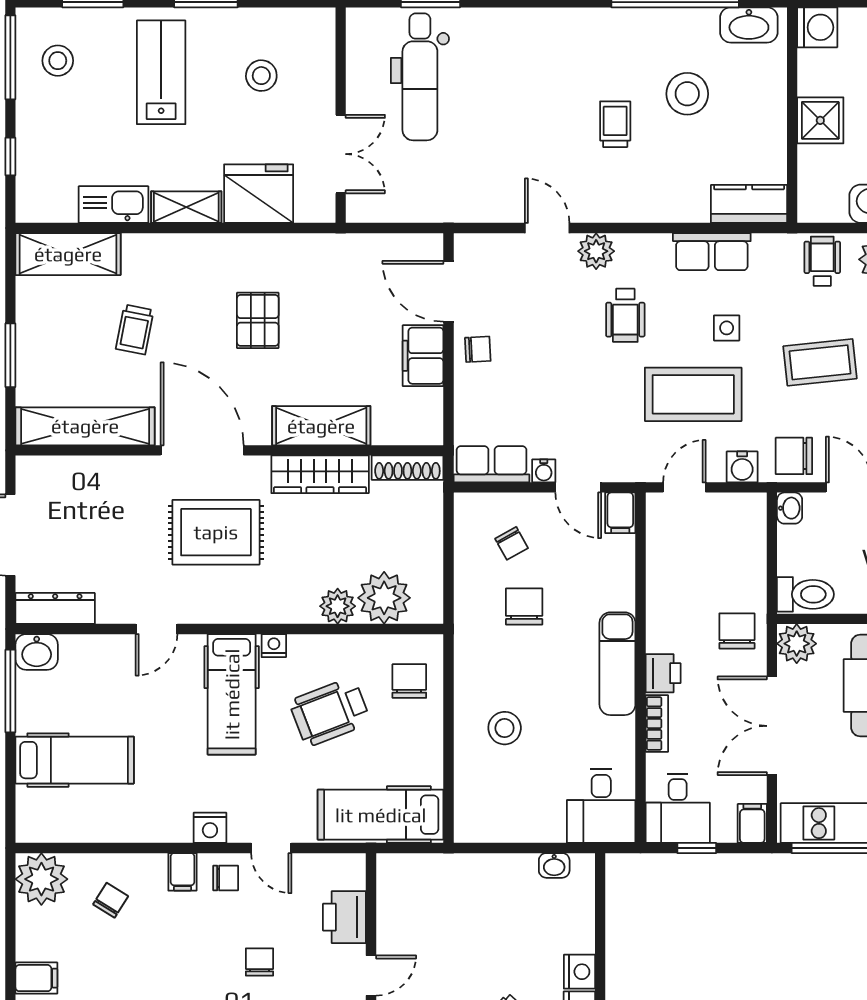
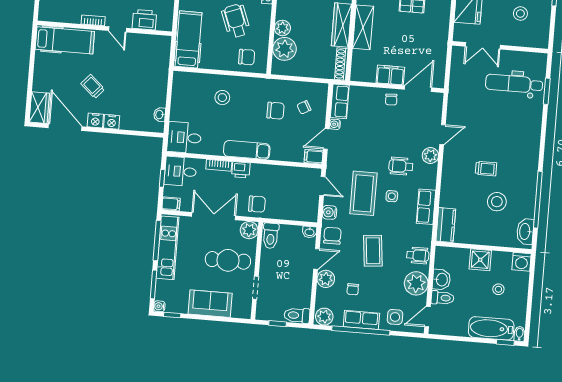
side table: (727, 328) -> (392, 196), moved

